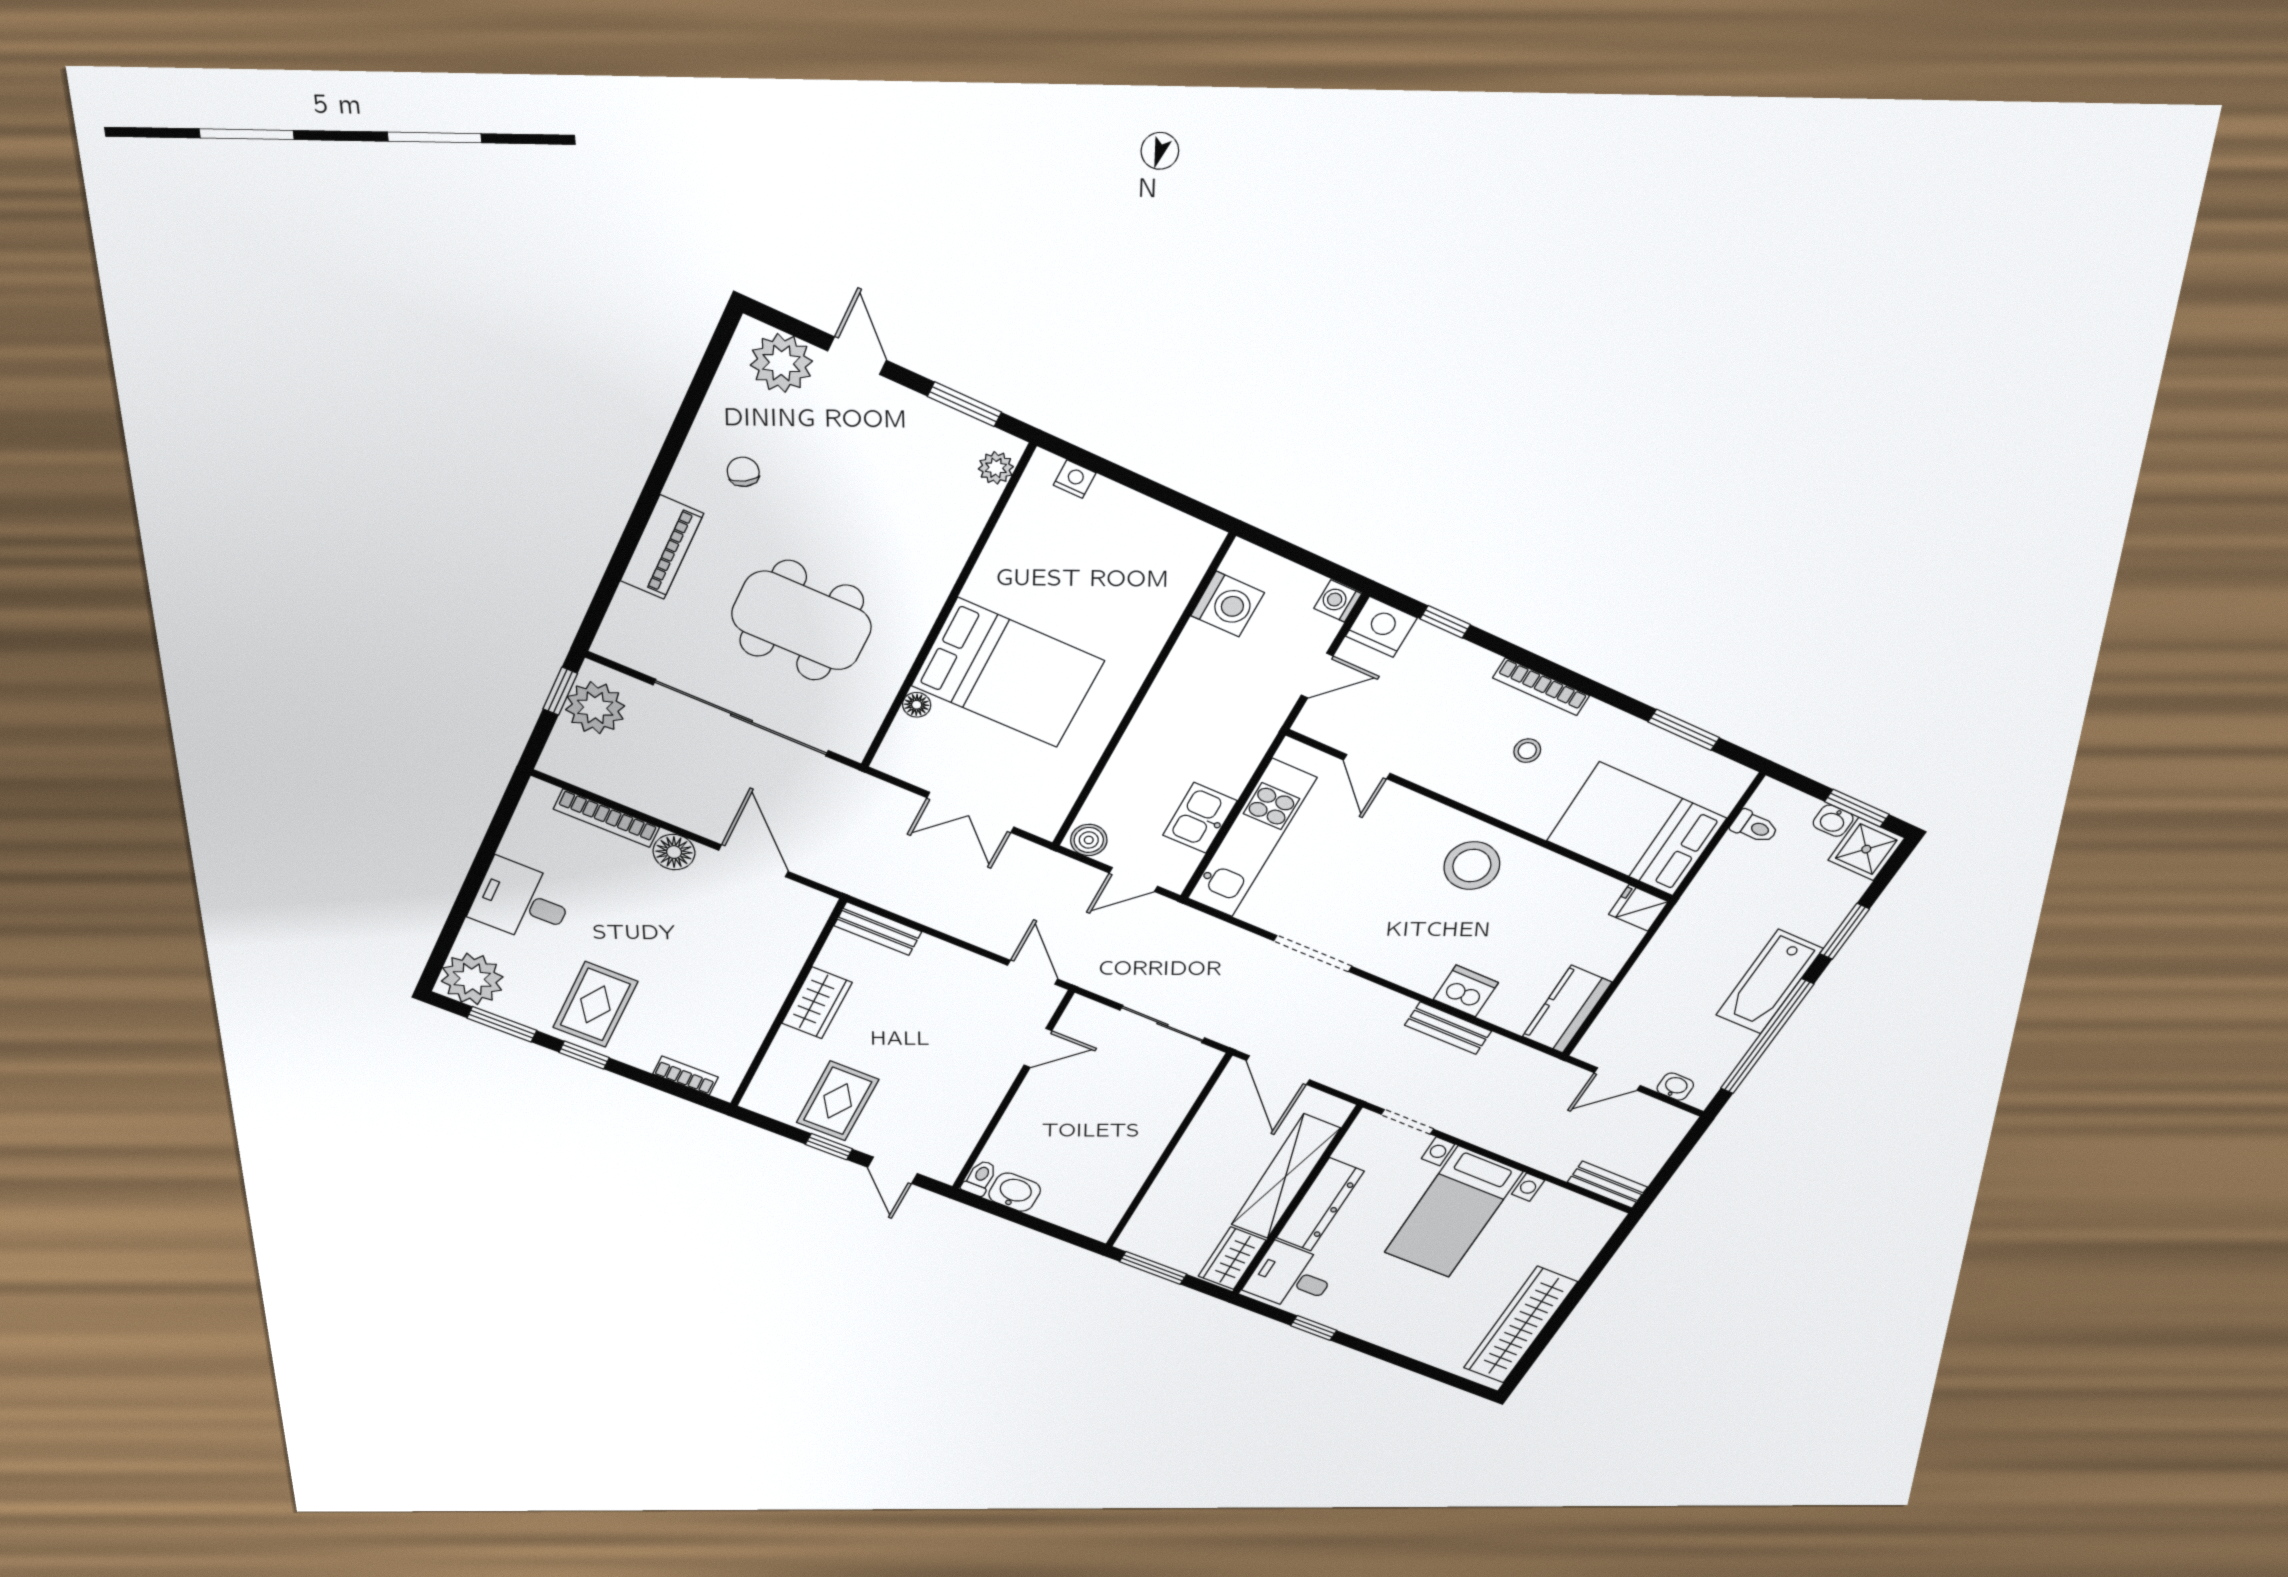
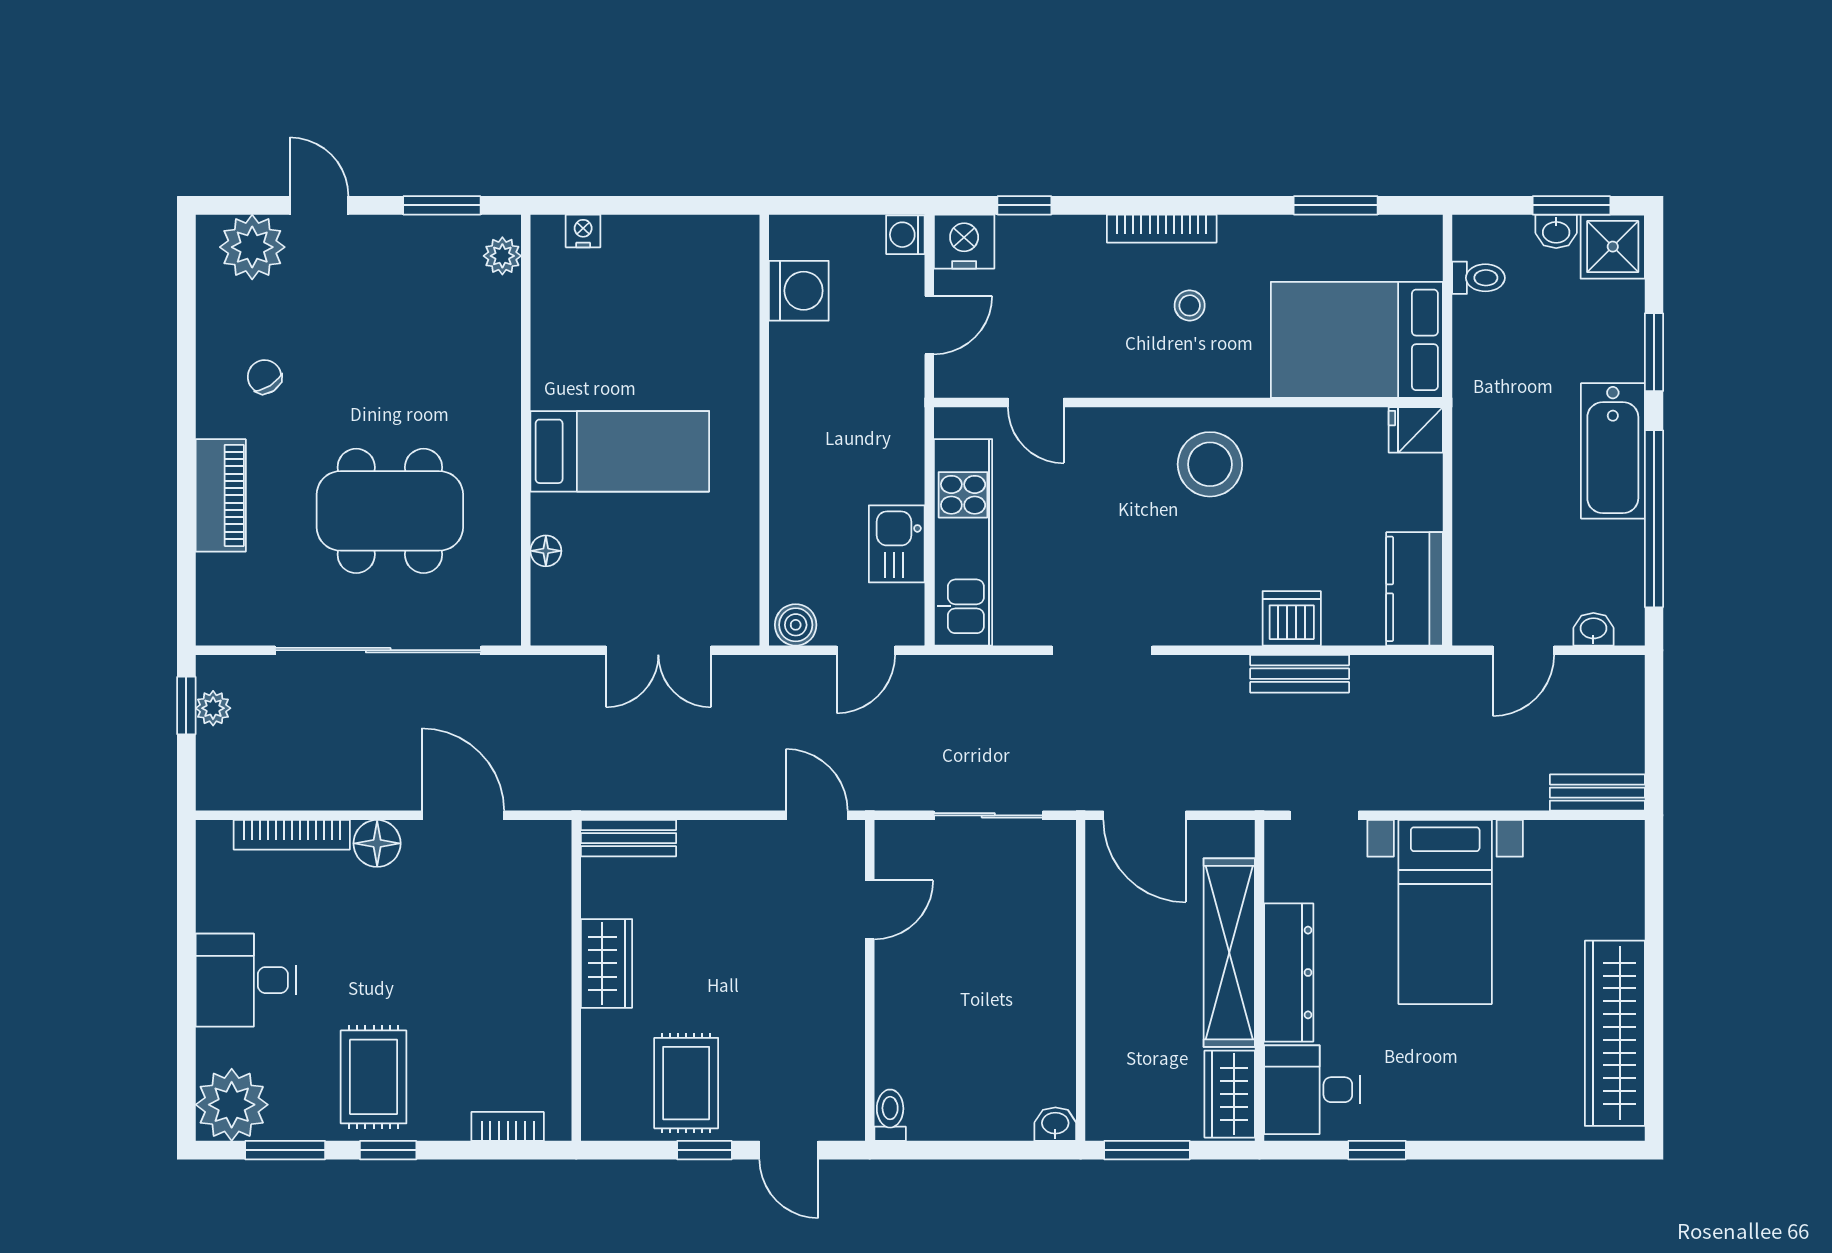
bed: (1008, 673) -> (620, 451), width x0.67
plant: (595, 708) -> (213, 708), width x0.53, depth x0.53
washbasin: (1015, 1192) -> (1055, 1124), moved, width x0.72, depth x0.69

